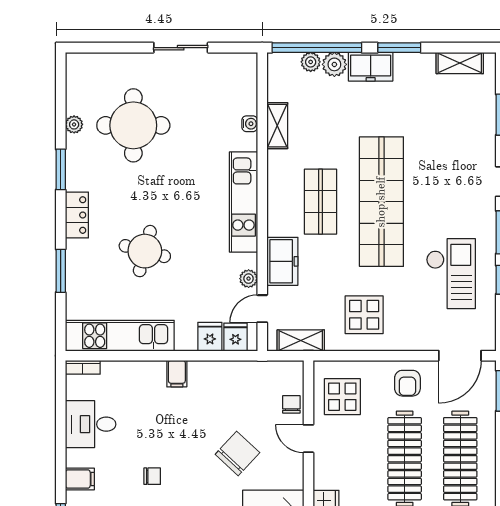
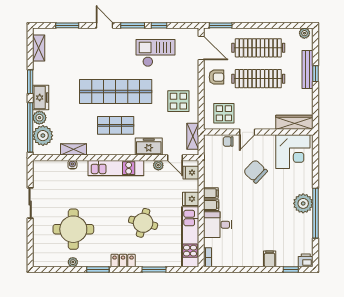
plant: (311, 62) -> (43, 136), width x1.87, depth x1.87
fridge: (210, 337) -> (191, 199), moved
filing cabinet: (198, 373) -> (211, 193), added
desk: (91, 424) -> (218, 225), moved, turned 90
chair: (152, 476) -> (268, 219), removed

